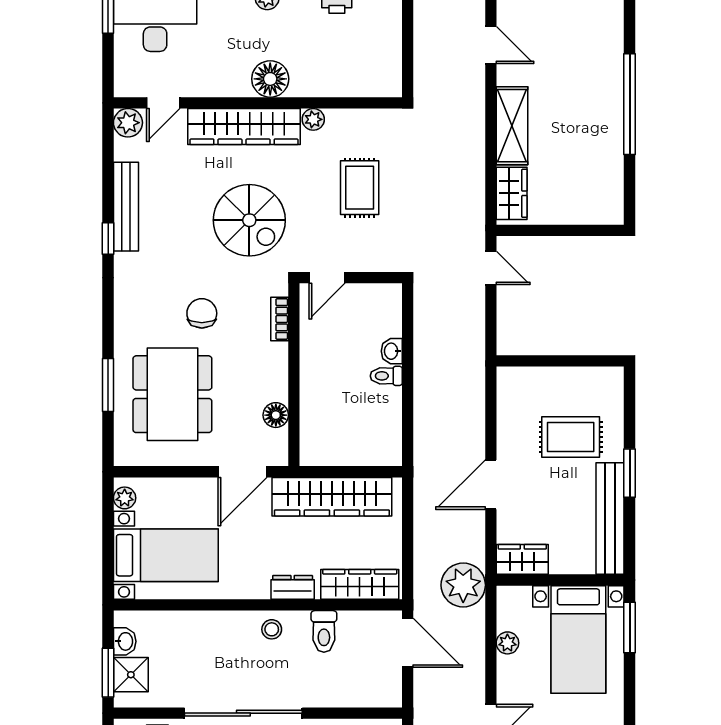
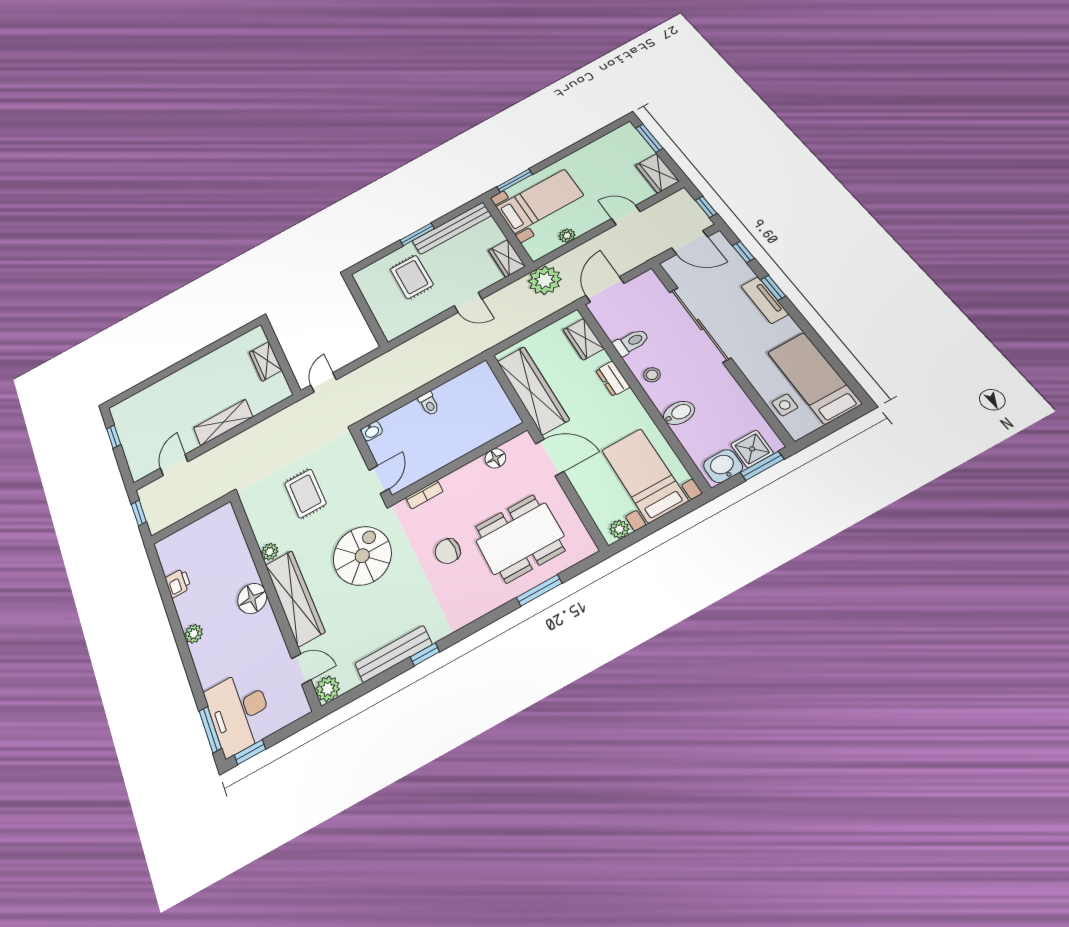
window: (630, 104) -> (183, 364), removed
rug: (360, 188) -> (305, 494), turned 90
wardrobe: (512, 193) -> (266, 361), moved, turned -90
door: (327, 278) -> (379, 480), hinge flipped
washbasin: (392, 351) -> (372, 431), moved
door: (491, 485) -> (468, 302), width x0.73
wardrobe: (360, 584) -> (584, 339), width x0.67
bidet: (212, 630) -> (679, 413), added
washbasin: (125, 641) -> (723, 466), width x1.38, depth x1.45
sliding door: (243, 713) -> (700, 324), moved

